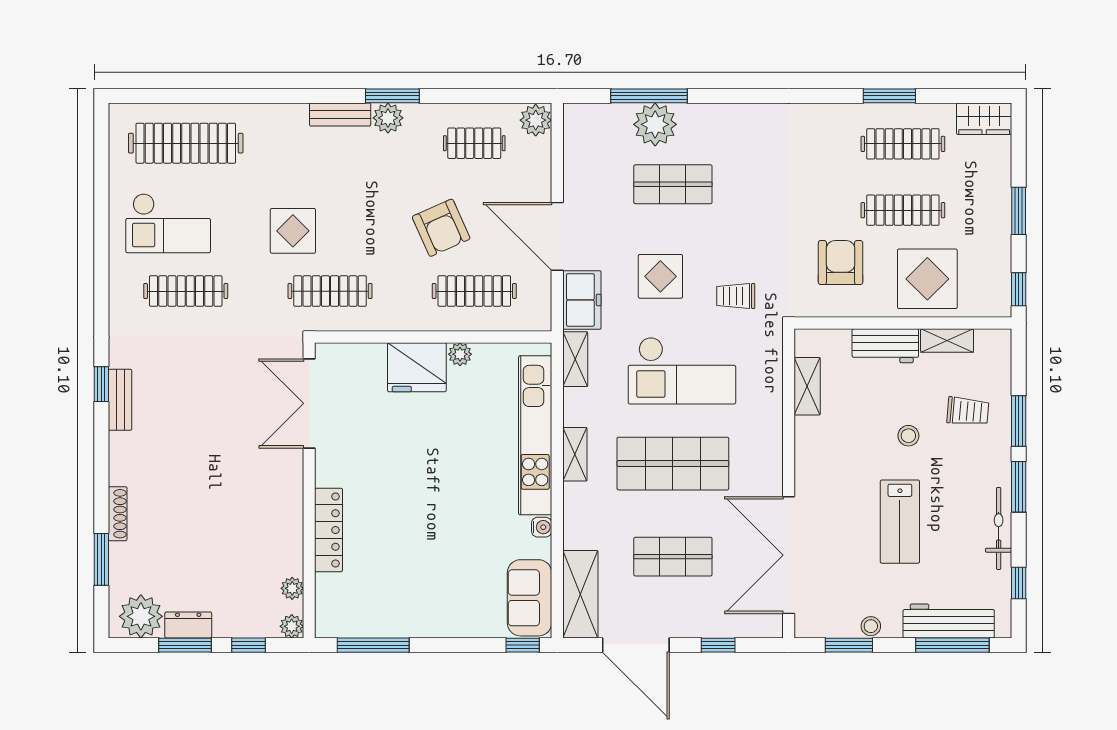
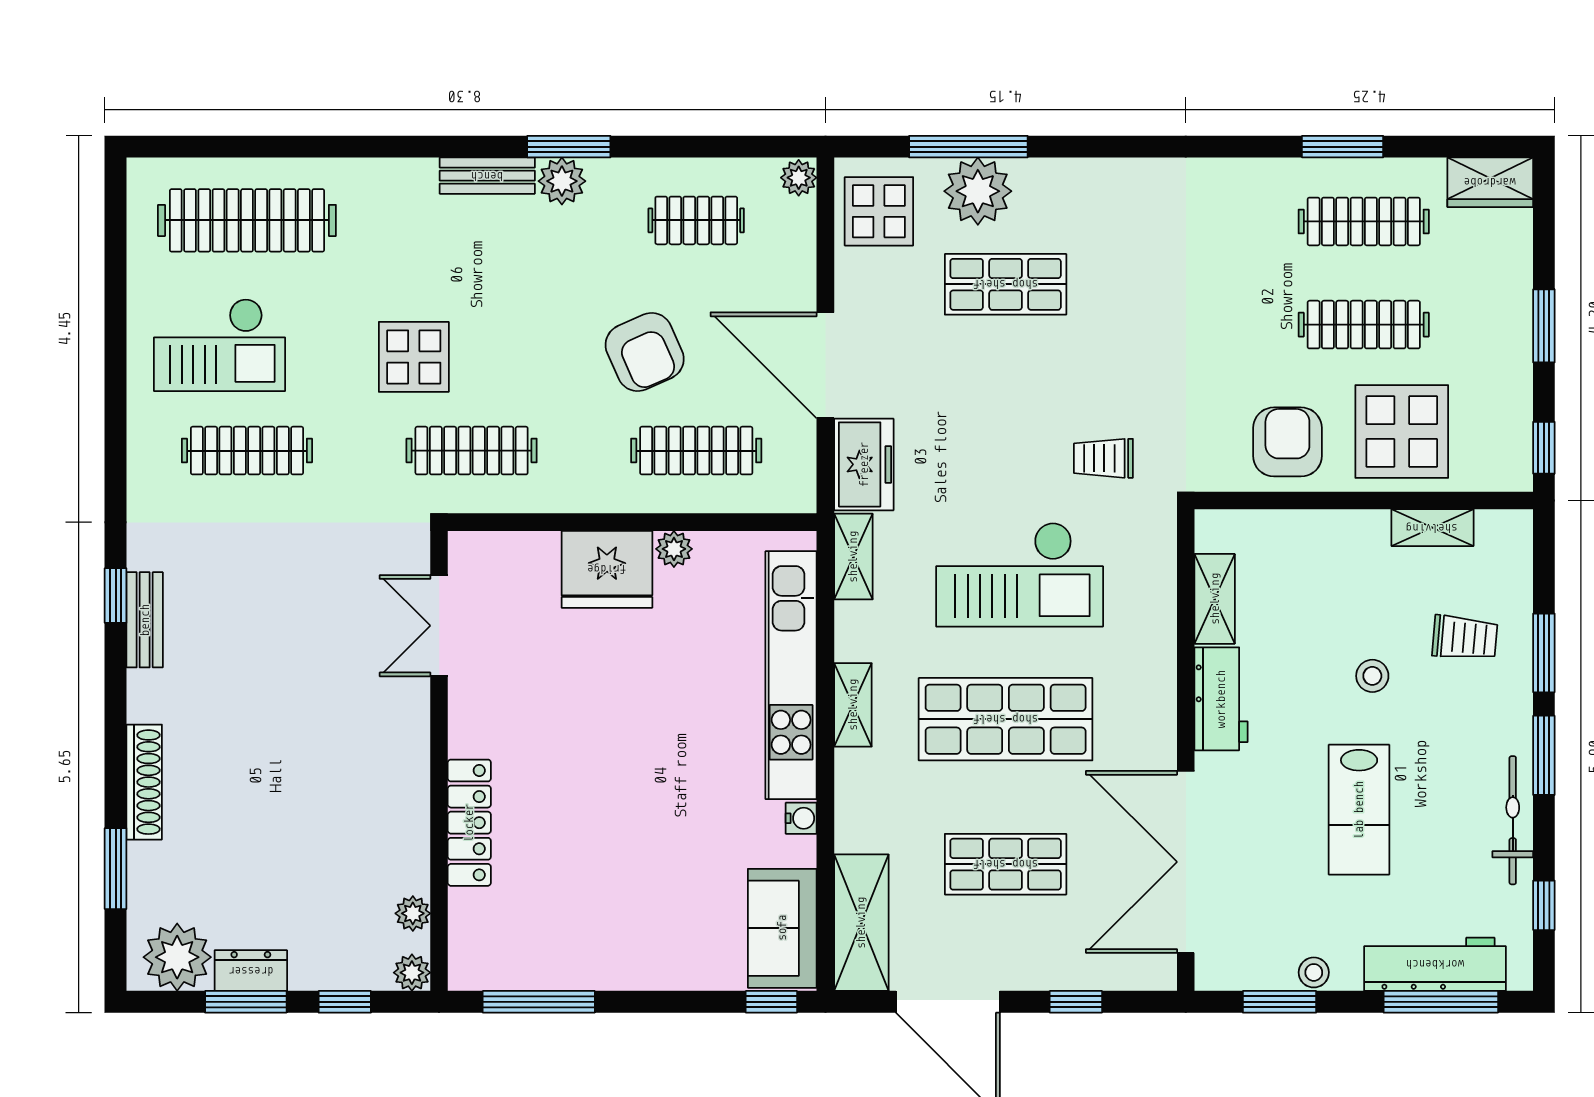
plant: (536, 120) -> (799, 178), width x0.73, depth x0.73
armchair: (841, 263) -> (1287, 442), moved
display table: (660, 276) -> (879, 211), moved
workbench: (885, 346) -> (1221, 699), moved, turned -90
double door: (309, 403) -> (439, 626), width x0.73
shoe rack: (118, 514) -> (144, 782), width x1.36, depth x1.24

